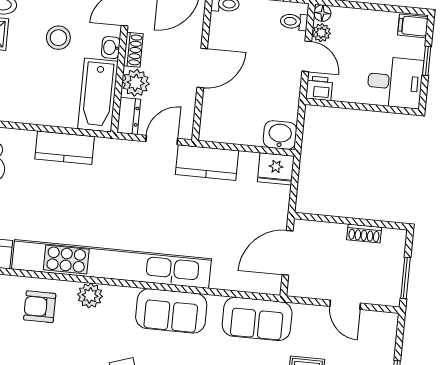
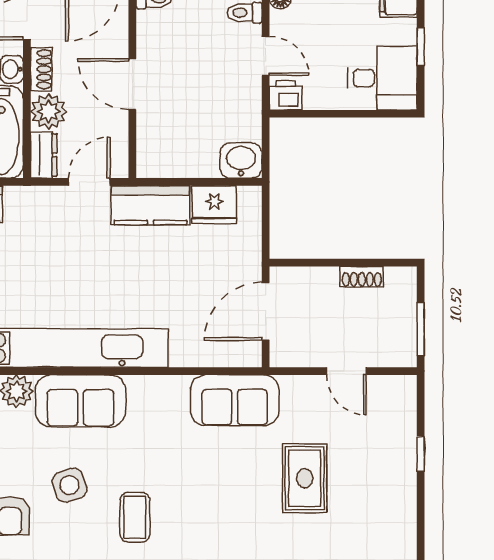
plant: (321, 33) -> (281, 23), removed
door: (202, 68) -> (132, 84), swing flipped
fridge: (276, 169) -> (214, 205), moved
sofa: (171, 311) -> (81, 401), moved

